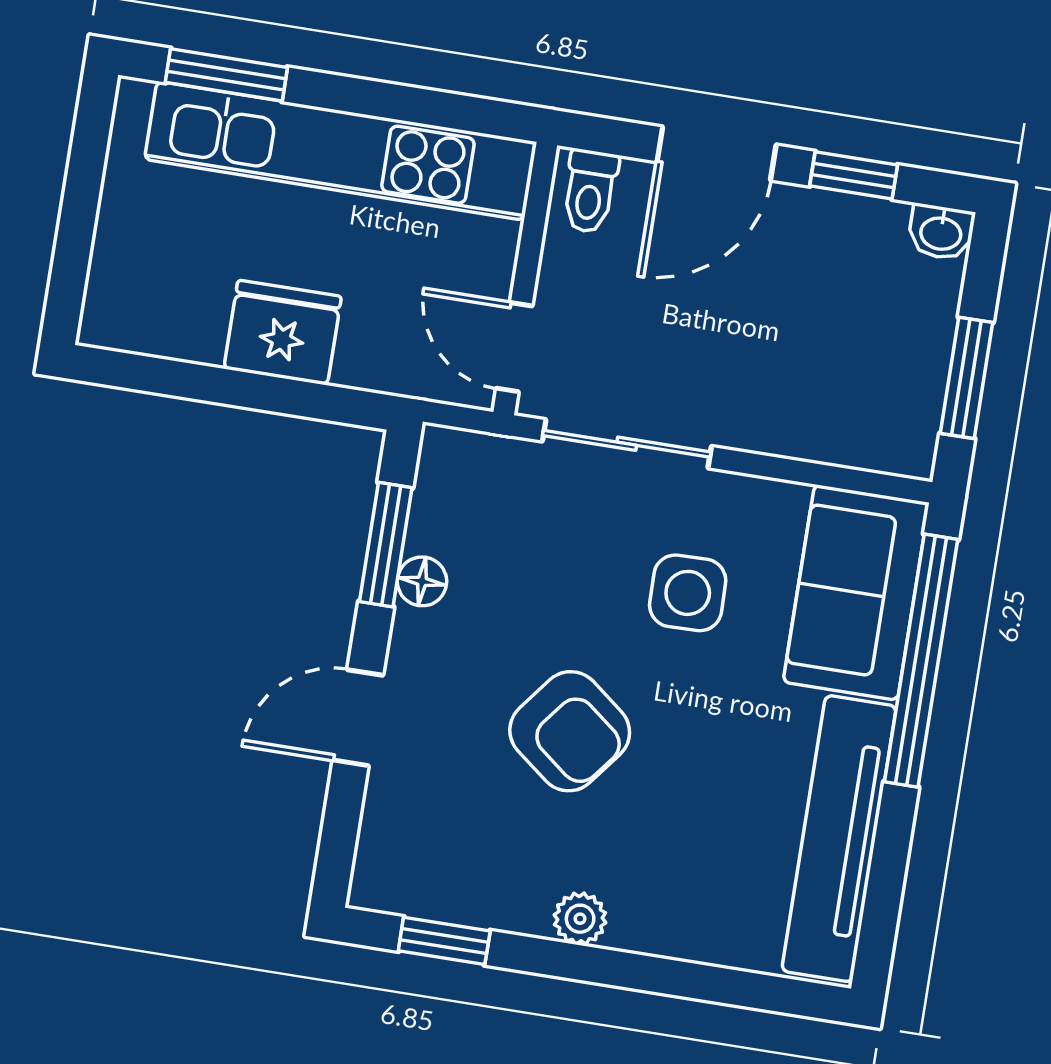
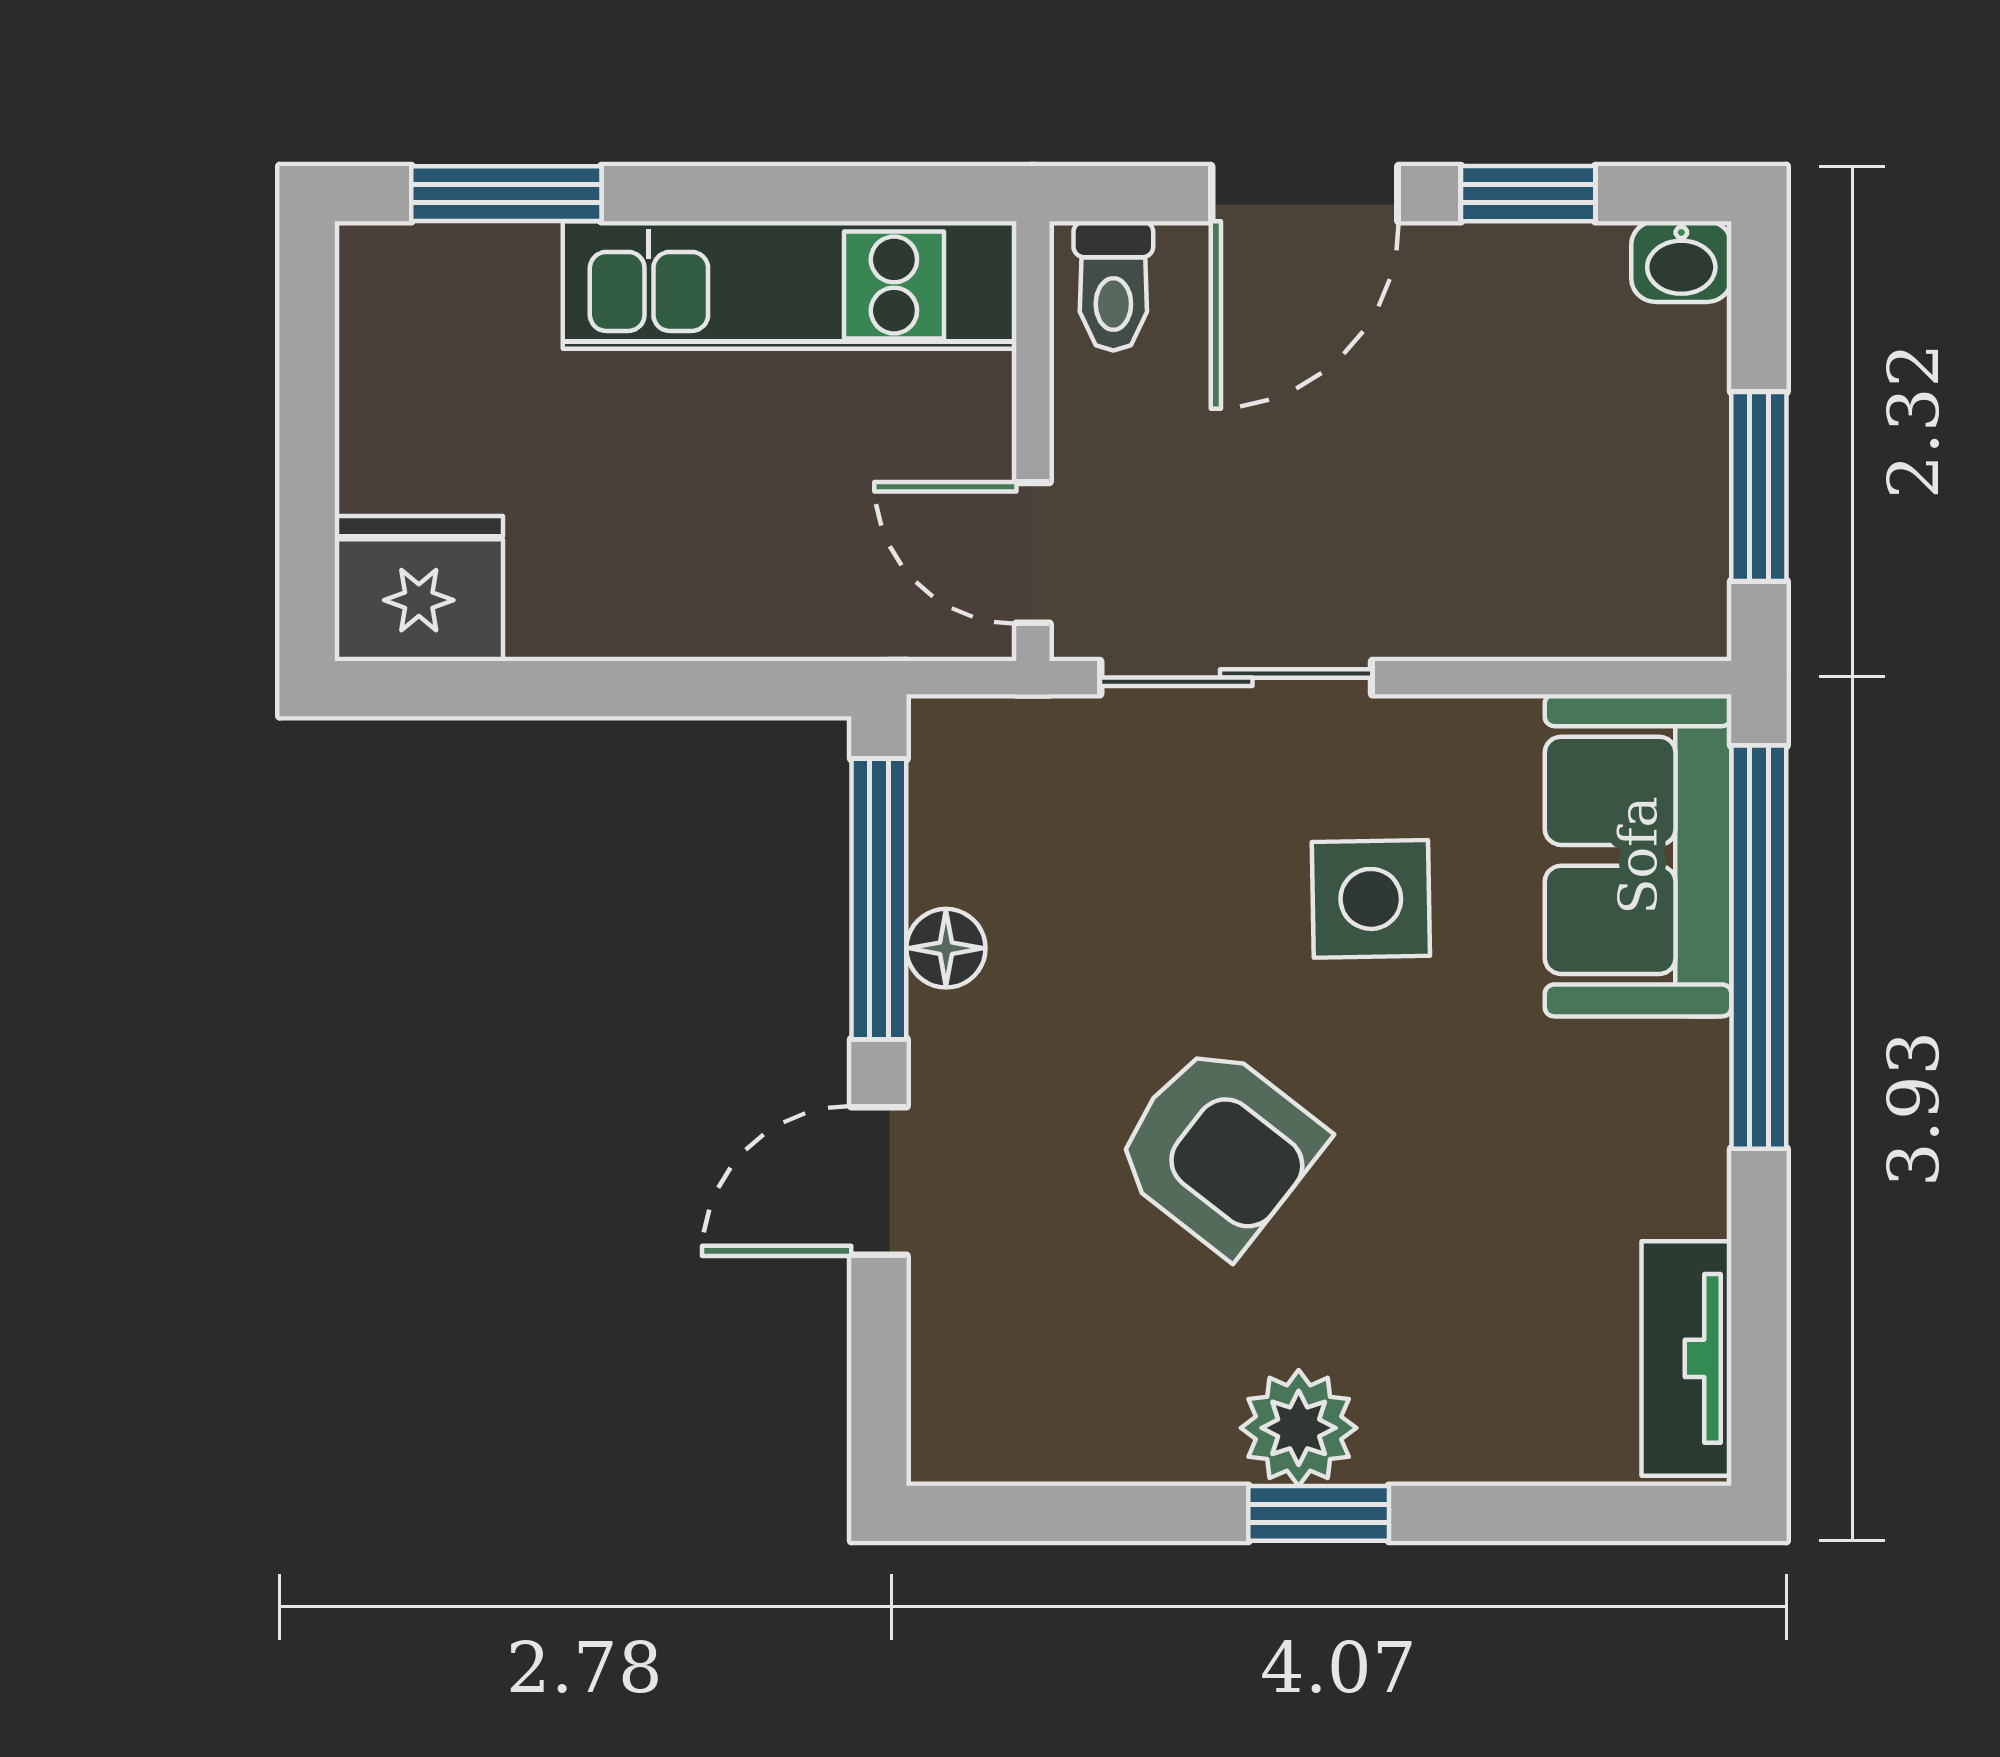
kitchen unit: (341, 151) -> (790, 285), width x0.73
fridge: (283, 333) -> (419, 589), moved
window: (386, 545) -> (879, 899), width x1.44
tv unit: (839, 839) -> (1687, 1358), width x0.52, depth x0.78
plant: (580, 919) -> (1299, 1428), width x1.38, depth x1.38
window: (444, 941) -> (1319, 1513), moved

